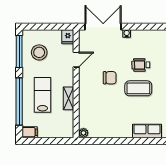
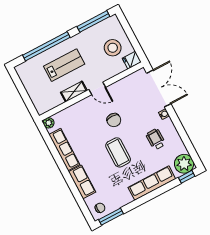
stool: (39, 52) -> (113, 48), moved
door: (76, 60) -> (97, 88), moved
wheelchair: (141, 65) -> (156, 139), moved
filing cabinet: (30, 132) -> (23, 72), removed
row of seats: (112, 132) -> (64, 149), added

